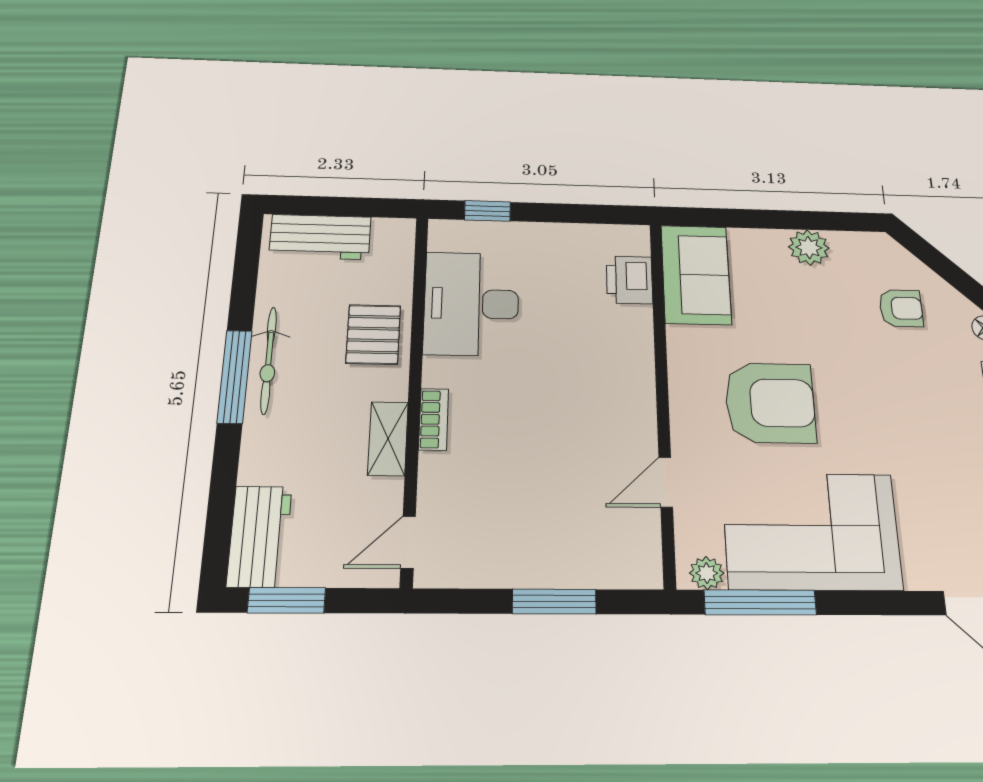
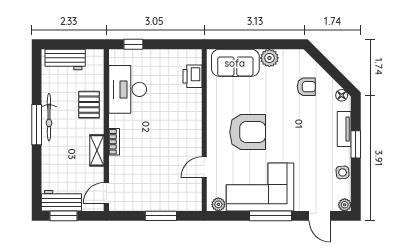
sofa: (696, 275) -> (235, 63), moved, turned 90
workbench: (259, 536) -> (61, 201), moved, turned -90
window: (760, 602) -> (271, 216), moved

